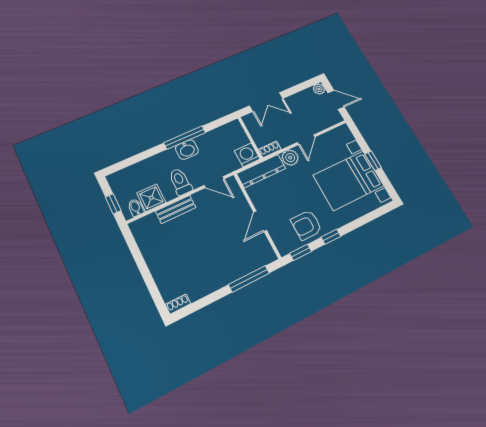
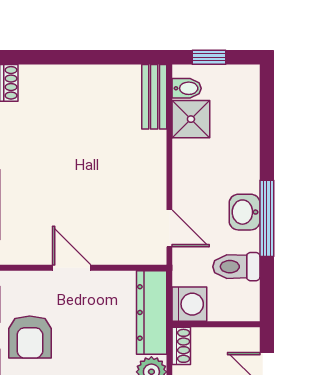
toilet: (180, 182) -> (236, 267), moved, turned 180
door: (214, 182) -> (169, 228), swing flipped
bench: (176, 209) -> (154, 97), moved
armchair: (306, 225) -> (30, 337), turned 180

